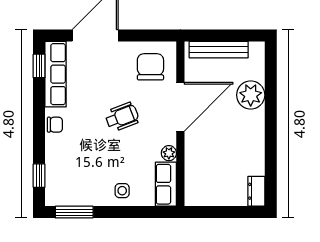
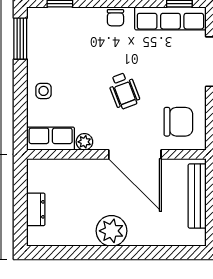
plant: (251, 95) -> (111, 231), moved
dresser: (256, 191) -> (36, 209), moved, turned 90

